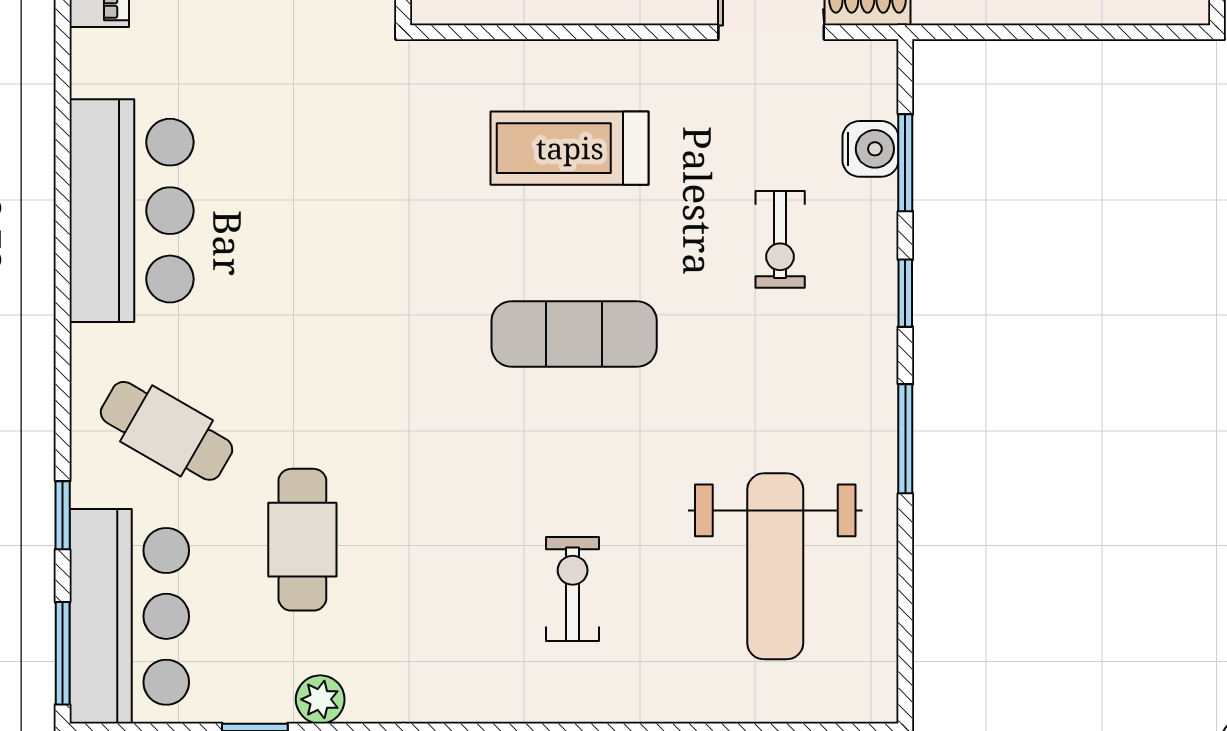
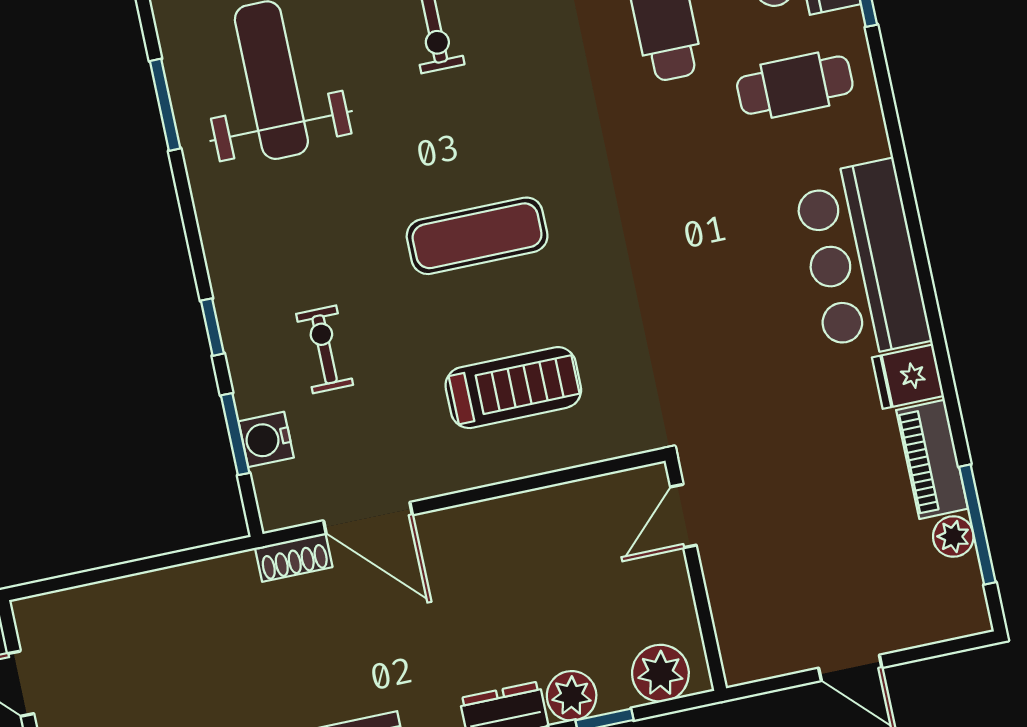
fridge: (107, 63) -> (908, 377), added
cafe table: (167, 431) -> (795, 85), turned -30
window: (905, 439) -> (165, 105), moved

